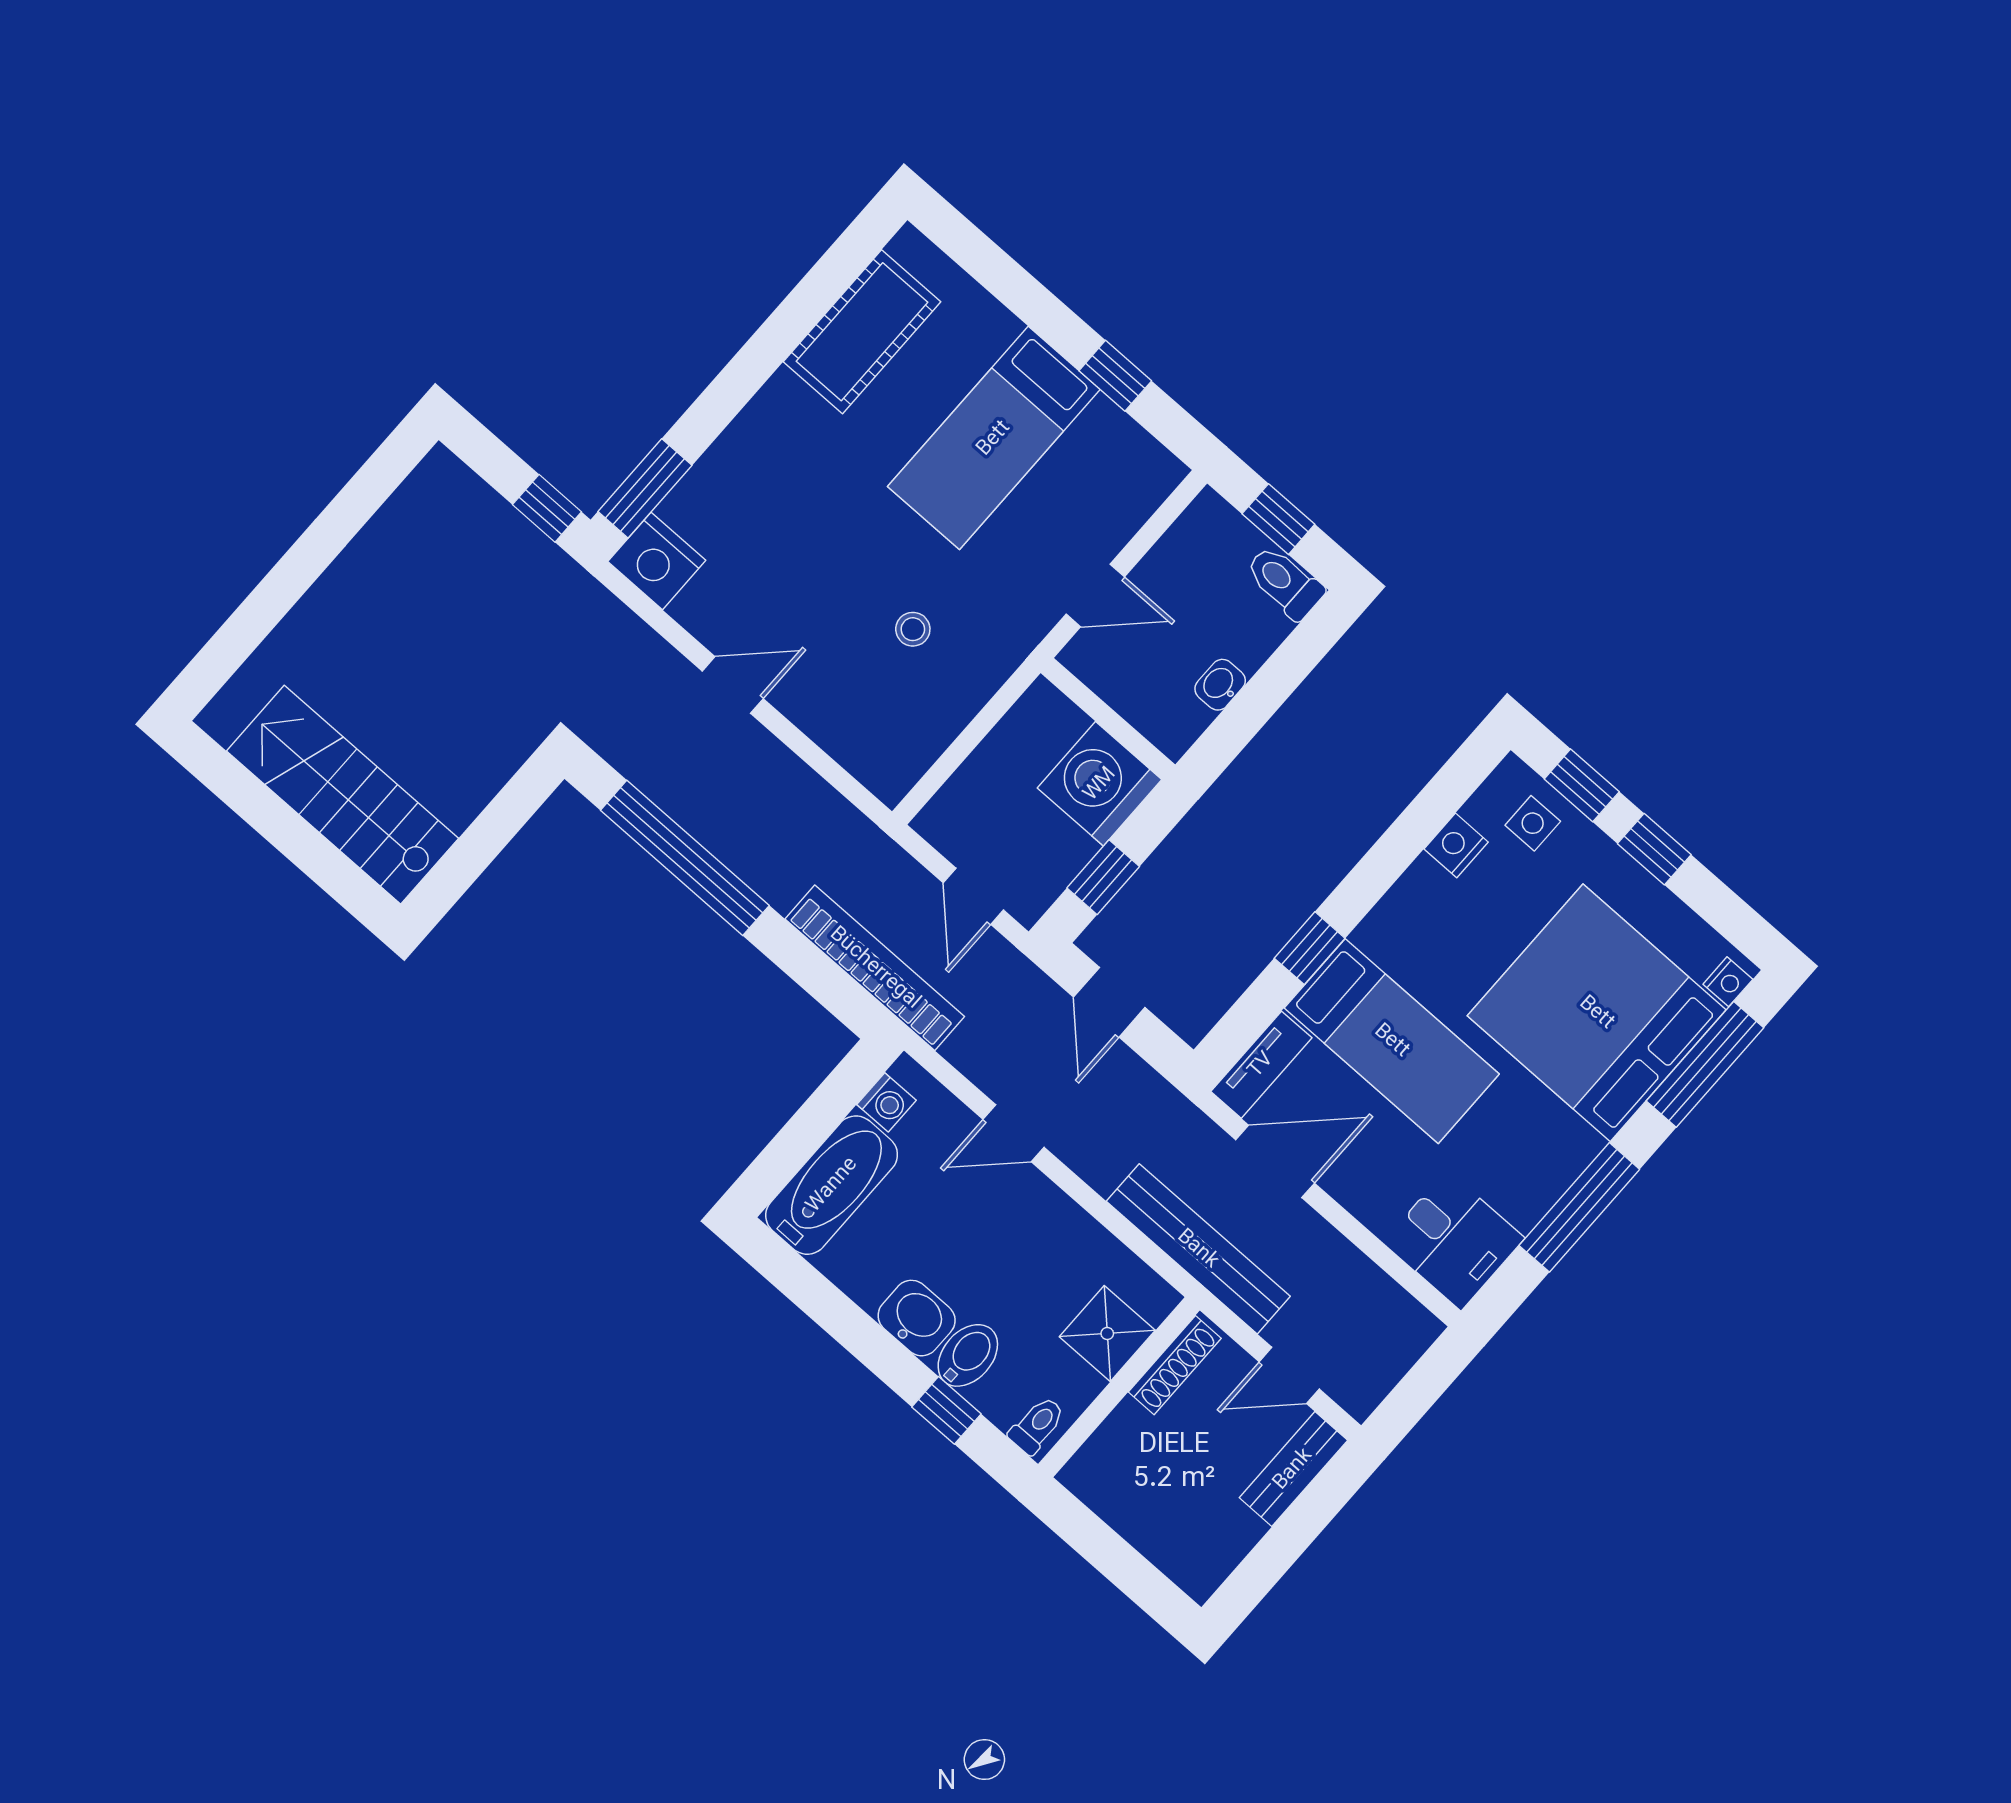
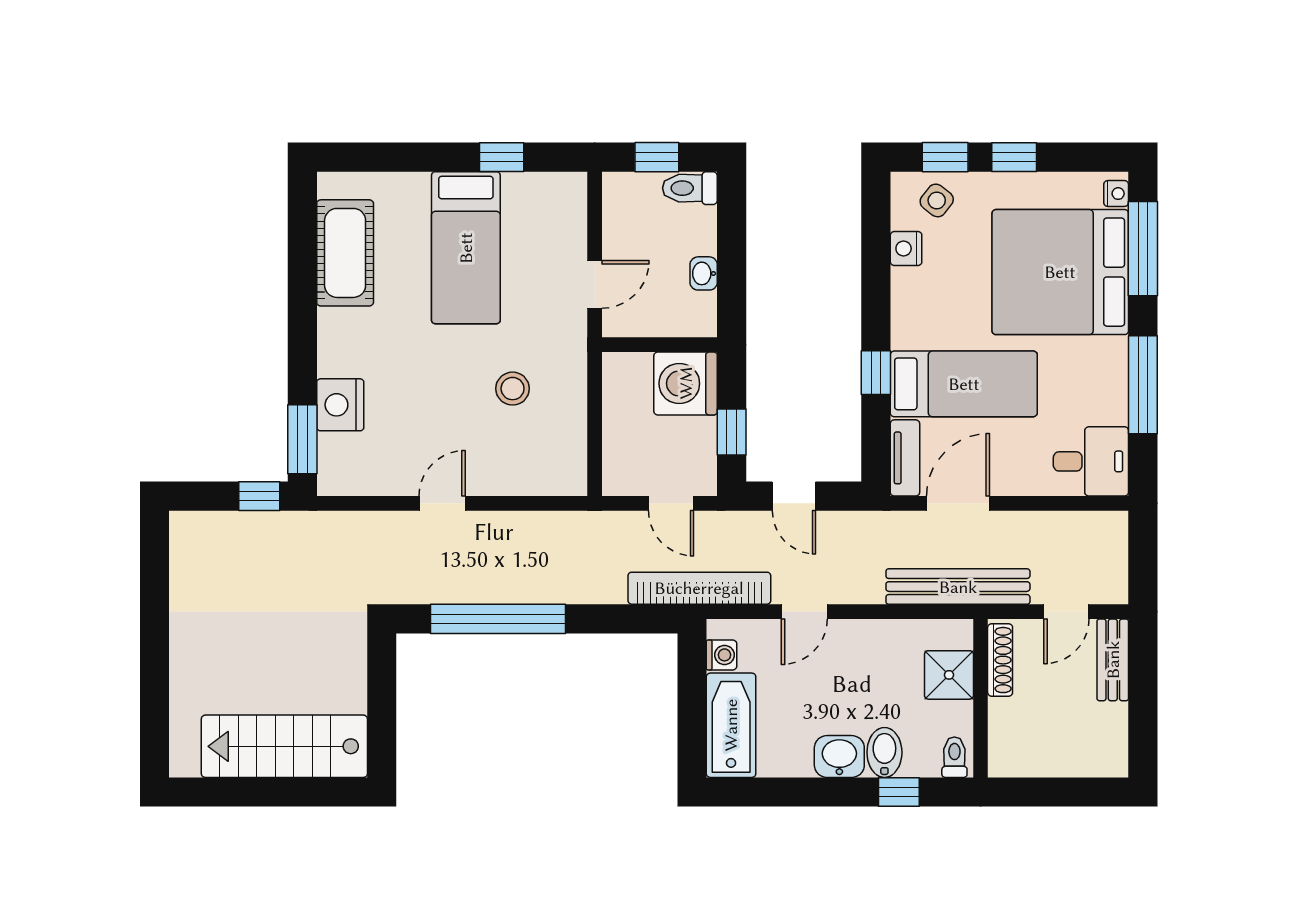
nightstand: (657, 561) -> (340, 405), moved, turned 90
stool: (913, 629) -> (513, 389), width x1.37, depth x1.37
side table: (1533, 823) -> (937, 200), turned 38
bookcase: (875, 968) -> (699, 588), moved

